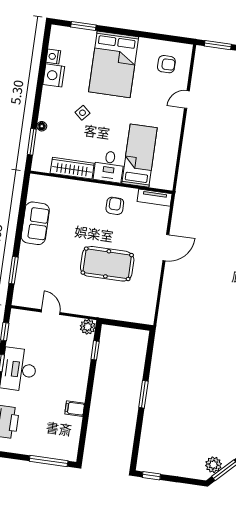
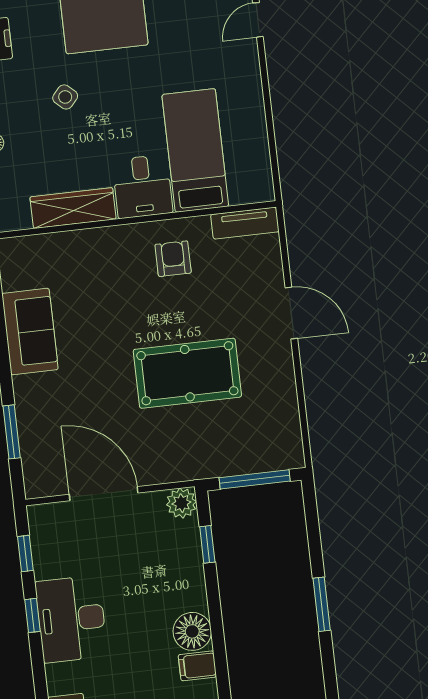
door: (166, 248) -> (291, 313), hinge flipped
door: (51, 312) -> (104, 494), width x1.88
window: (127, 324) -> (255, 479), added
floor lamp: (77, 391) -> (192, 631), added

